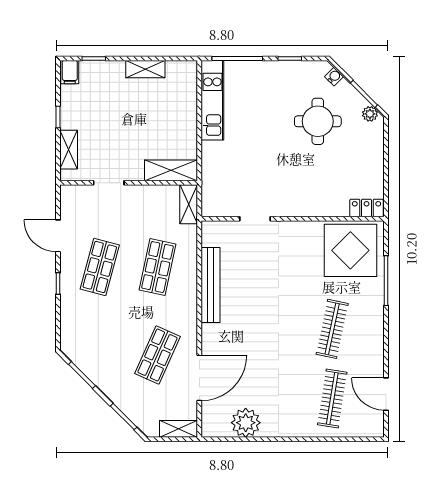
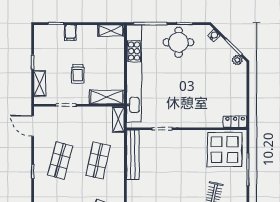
shelving: (145, 69) -> (111, 31), moved
filing cabinet: (70, 72) -> (70, 33), moved
kitchen unit: (212, 100) -> (134, 74), width x1.86
round table: (318, 121) -> (178, 42), moved
trolley: (127, 135) -> (78, 74), added
door: (58, 236) -> (33, 126), moved
bench: (211, 285) -> (133, 155), moved

